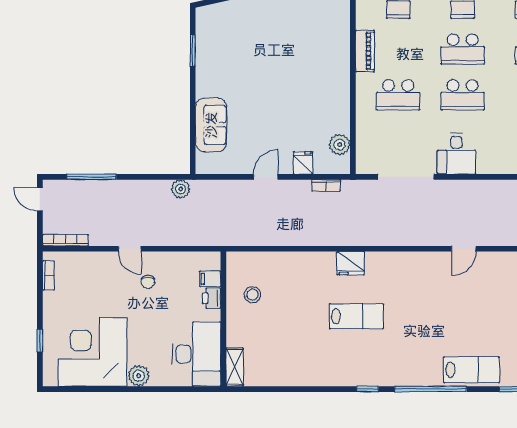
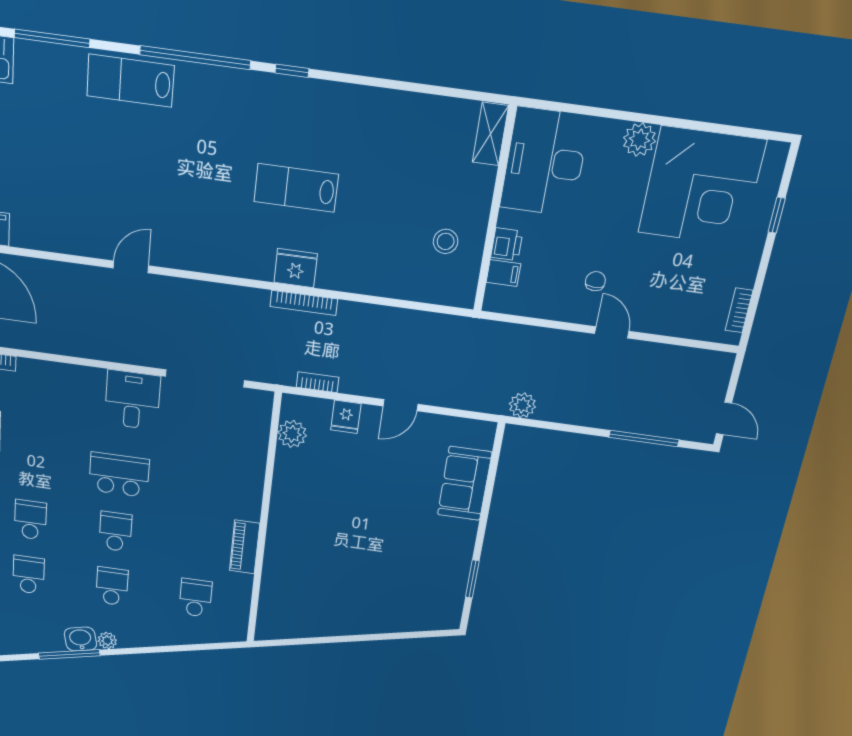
school desk: (463, 49) -> (115, 532), width x0.54
school desk: (398, 95) -> (206, 487), removed
bookcase: (65, 240) -> (304, 303), moved

